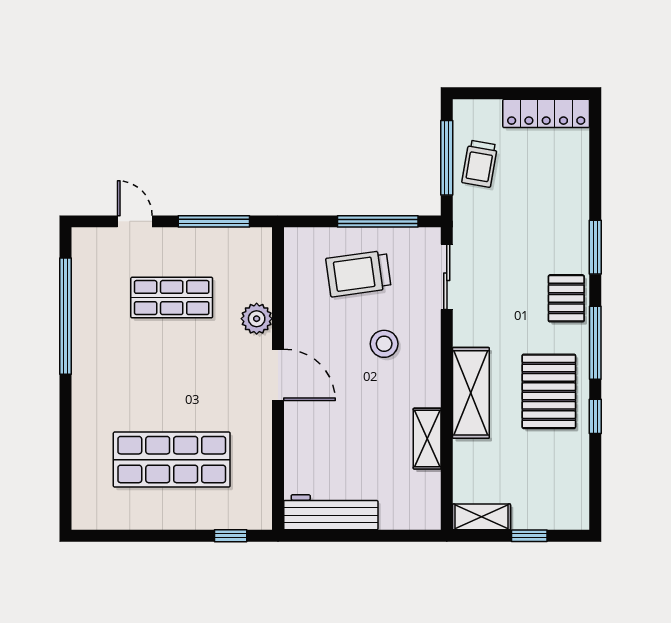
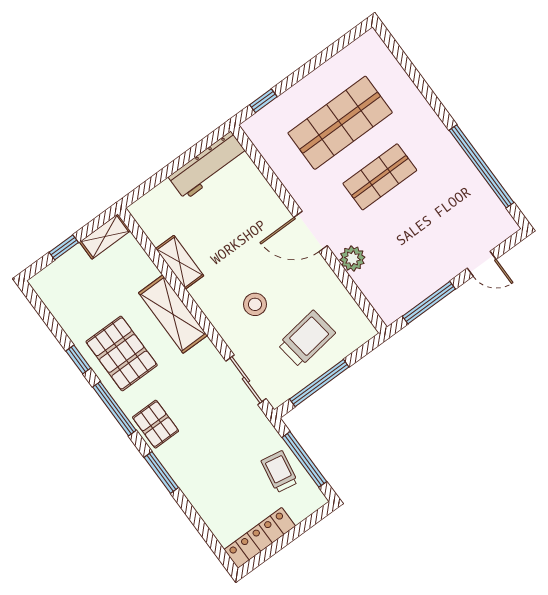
shop shelf: (172, 298) -> (380, 177), moved

